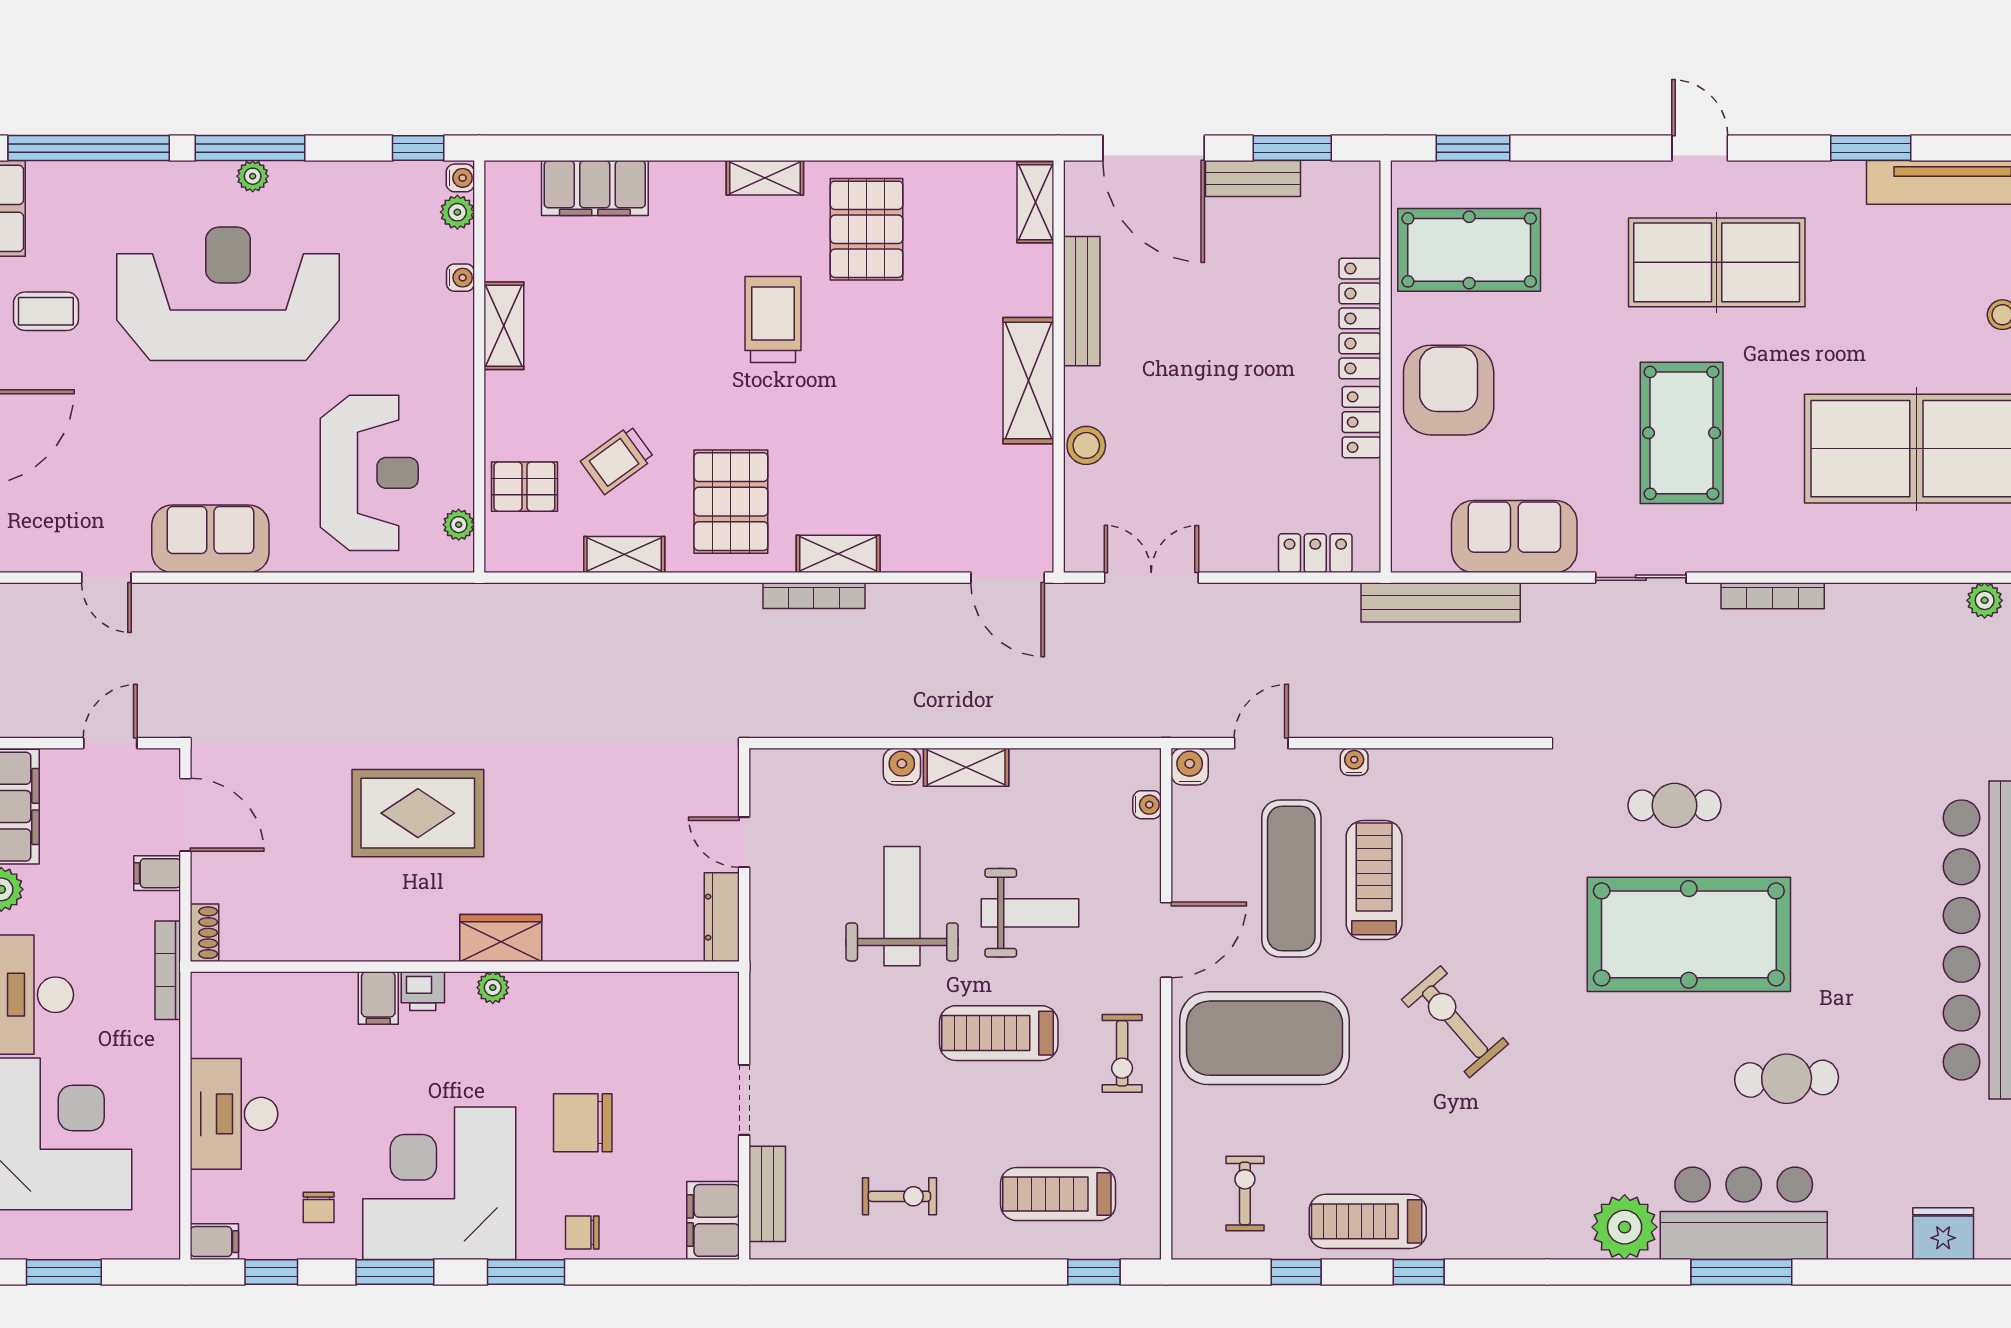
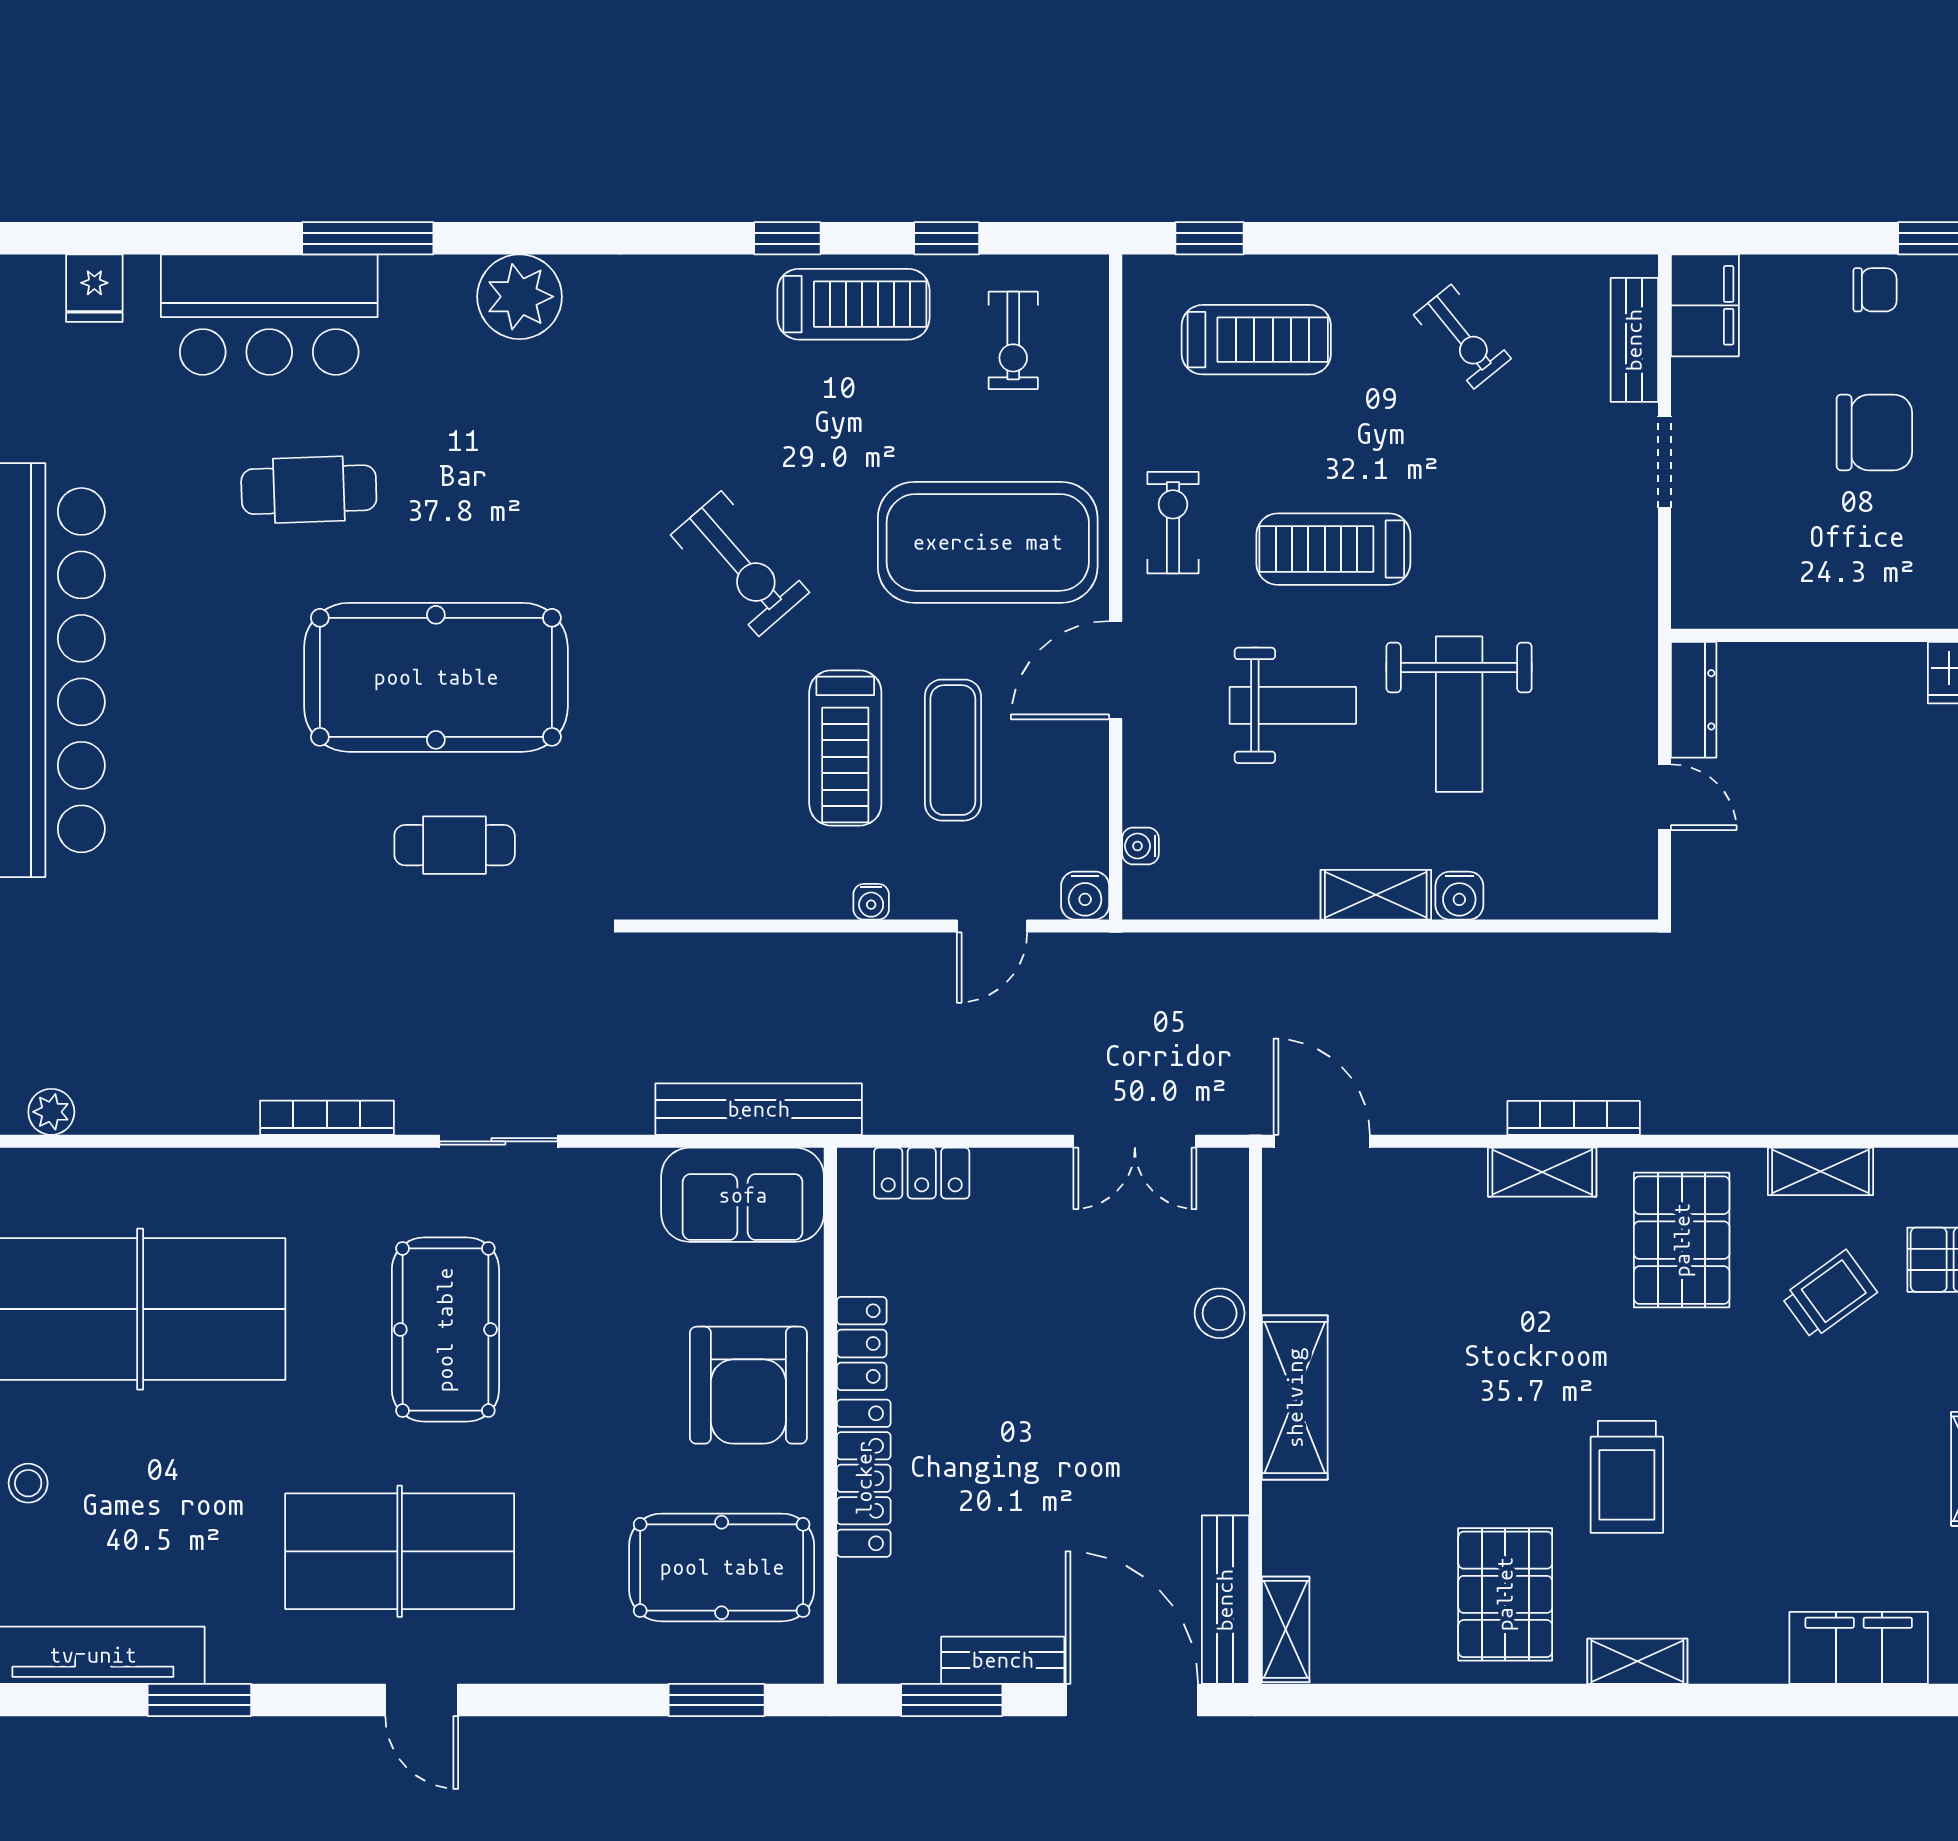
bench: (1082, 301) -> (1225, 1600), moved
sofa: (1514, 536) -> (743, 1195), moved
exercise mat: (1291, 878) -> (953, 750), width x0.73, depth x0.69
weight bench: (1030, 913) -> (1293, 705), turned 180
treadmill: (999, 1033) -> (1333, 549), turned 180
exercise bike: (899, 1196) -> (1462, 337), turned -129
bar counter: (1744, 1213) -> (269, 315), moved
fridge: (1943, 1234) -> (94, 288), width x0.72

